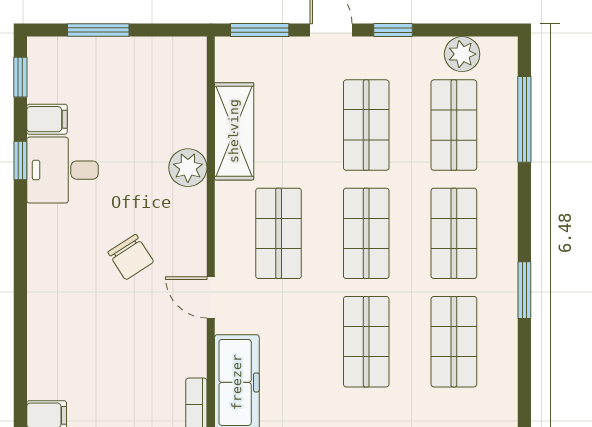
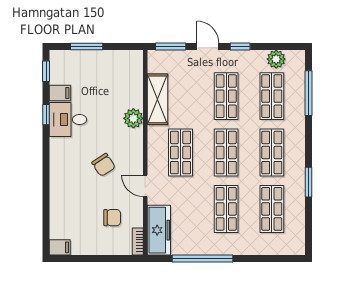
chair: (147, 358) -> (112, 218), added

